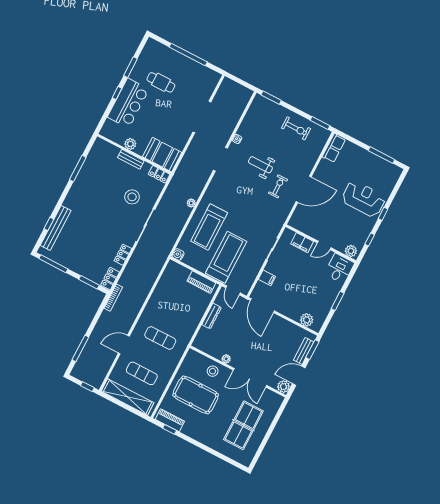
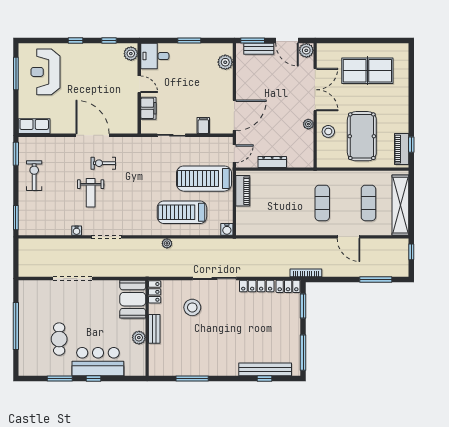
reception desk: (364, 199) -> (45, 72), moved
treadmill: (209, 227) -> (182, 212), turned 180
locker: (123, 255) -> (257, 286), width x1.53

